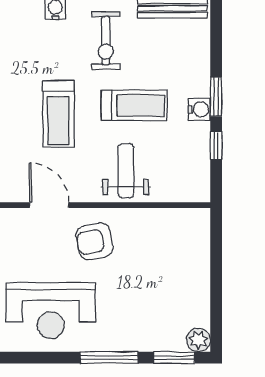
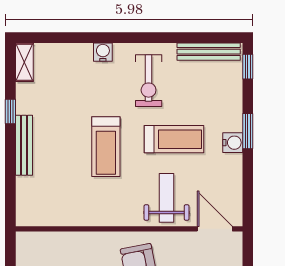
window: (216, 146) -> (248, 67), moved
door: (49, 205) -> (215, 229), moved

